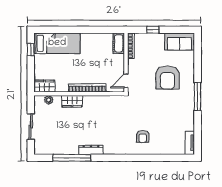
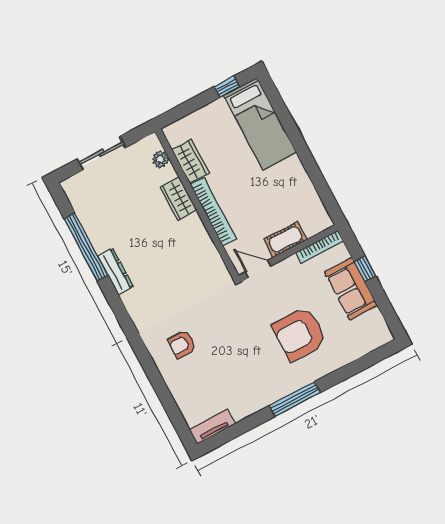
sofa: (179, 42) -> (351, 289), moved
cot: (119, 43) -> (285, 239), moved
wardrobe: (44, 86) -> (190, 161), moved

